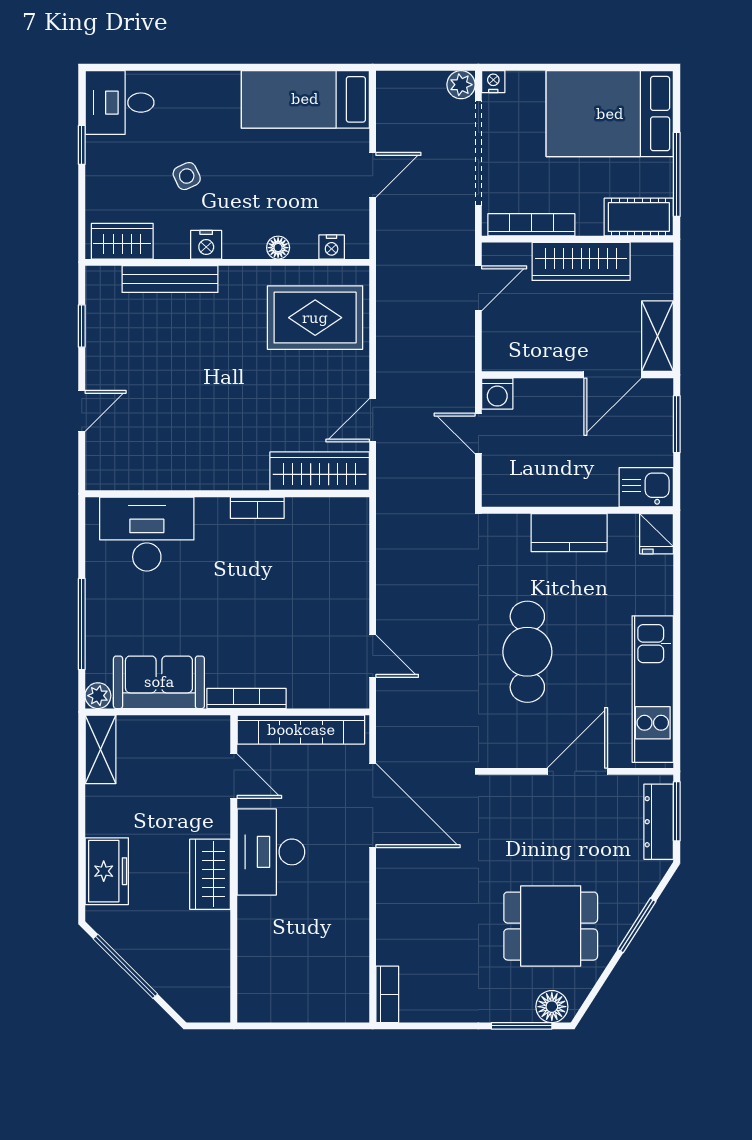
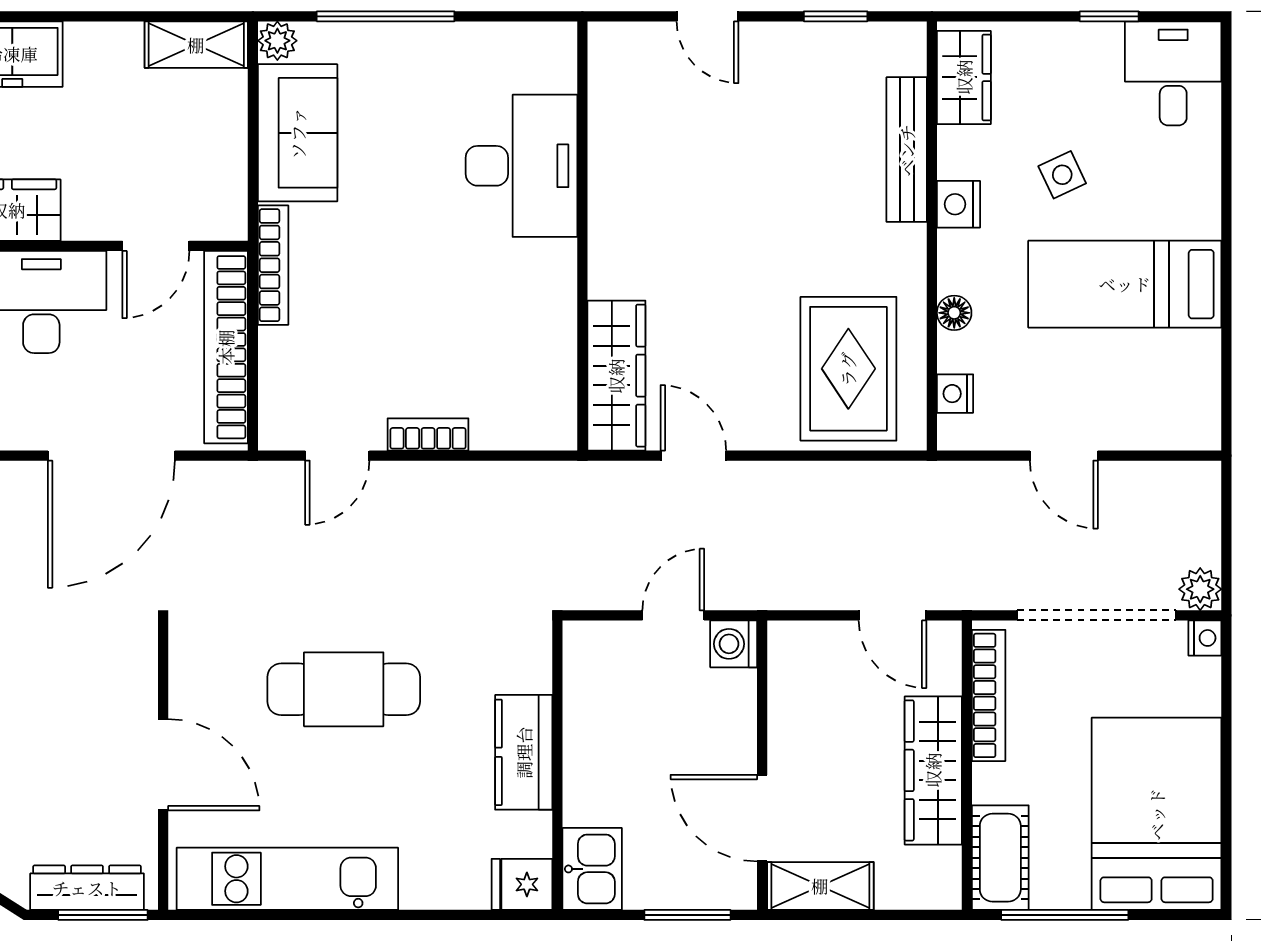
bed: (305, 99) -> (1125, 284), moved, turned -90
bookcase: (257, 508) -> (428, 434), moved, turned 90
desk: (147, 534) -> (522, 166), moved

